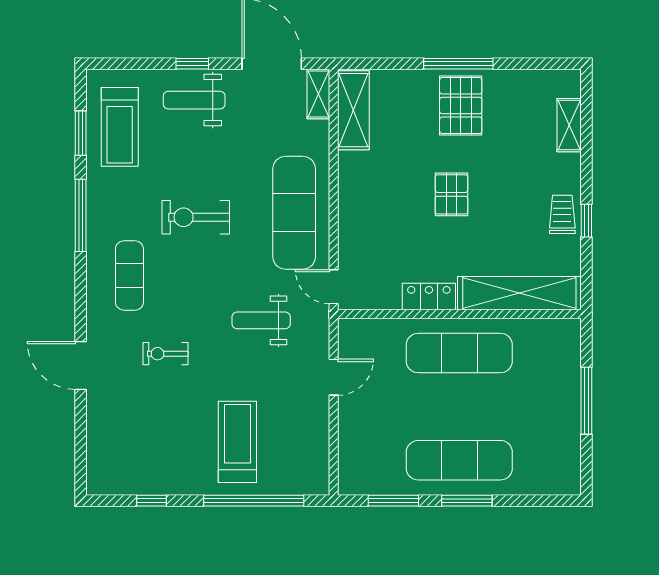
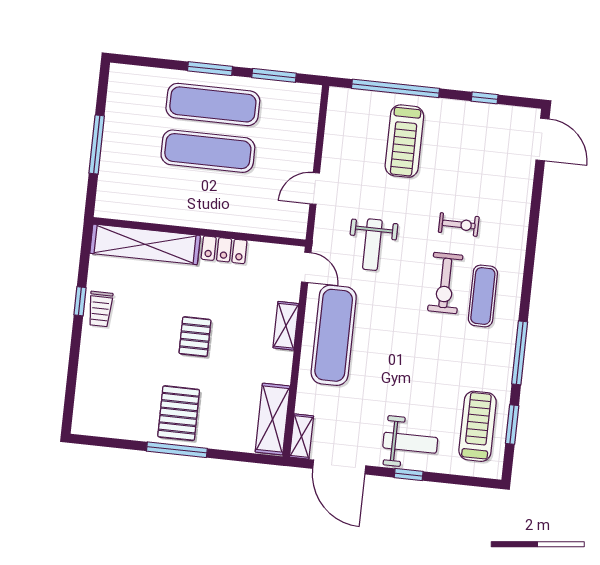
shelving: (569, 125) -> (286, 326), moved
exercise bike: (196, 217) -> (445, 283), moved, turned 90
weight bench: (261, 320) -> (372, 245), turned 90
exercise mat: (459, 353) -> (208, 151), moved
door: (81, 365) -> (543, 139), moved

